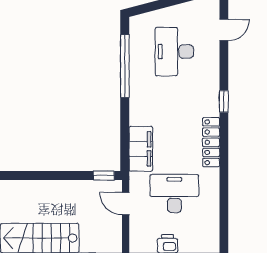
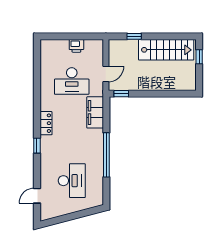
window: (125, 66) -> (106, 155), moved
locker: (211, 142) -> (46, 123), width x0.66
door: (126, 204) -> (106, 74), hinge flipped

